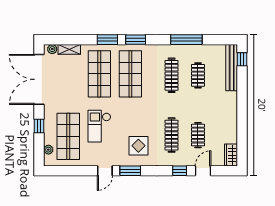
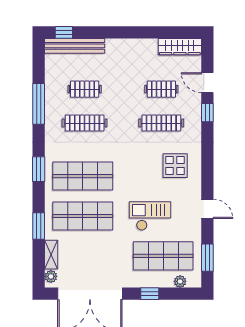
window: (107, 40) -> (39, 226), moved
checkout: (99, 126) -> (150, 216), turned 180
wardrobe: (231, 155) -> (180, 47), width x1.50
window: (130, 171) -> (207, 258), moved

